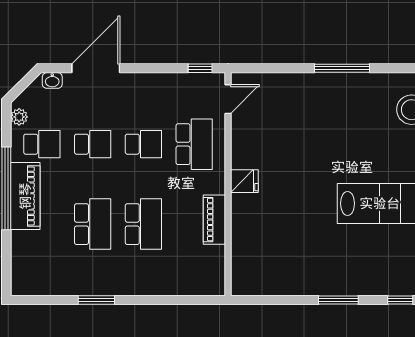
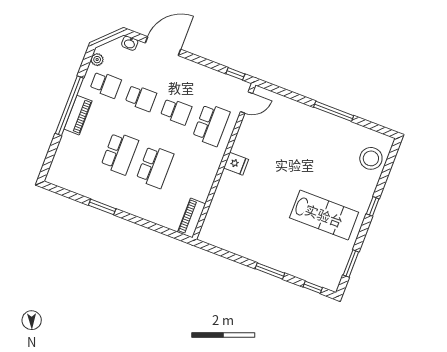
piano: (25, 196) -> (78, 115), width x0.73, depth x0.75
piano: (214, 220) -> (192, 218), moved

